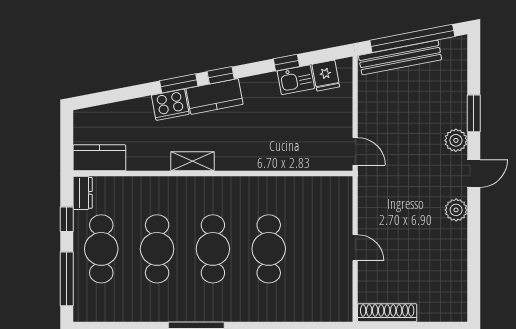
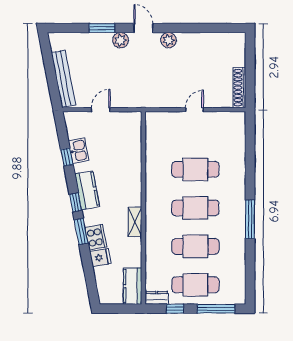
window: (412, 38) -> (50, 70), removed
fridge: (326, 76) -> (100, 258), moved
kitchen counter: (215, 96) -> (87, 190), moved
door: (355, 151) -> (101, 110), moved

